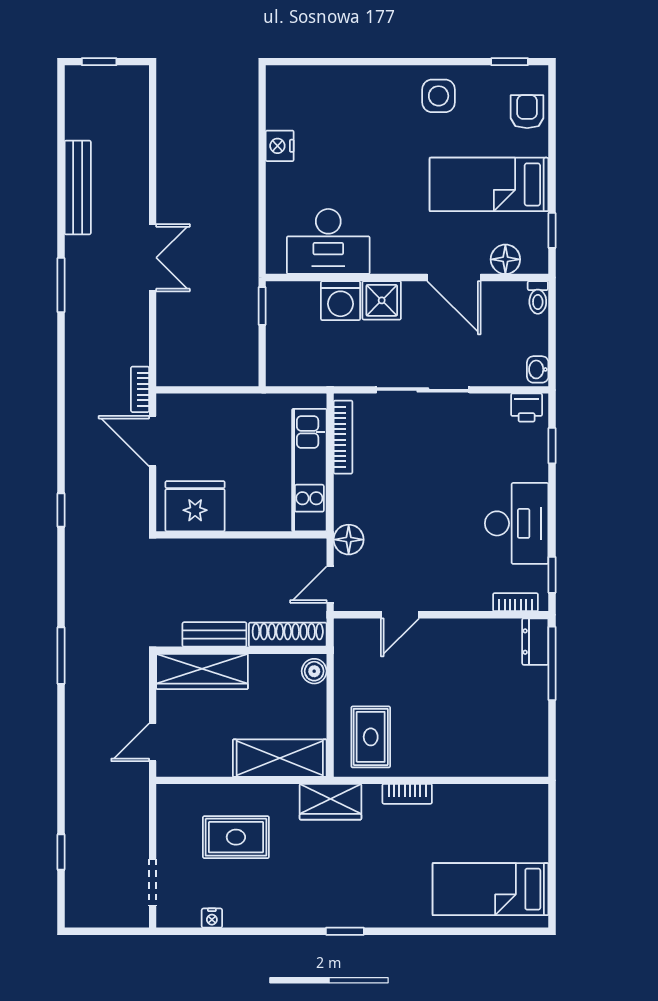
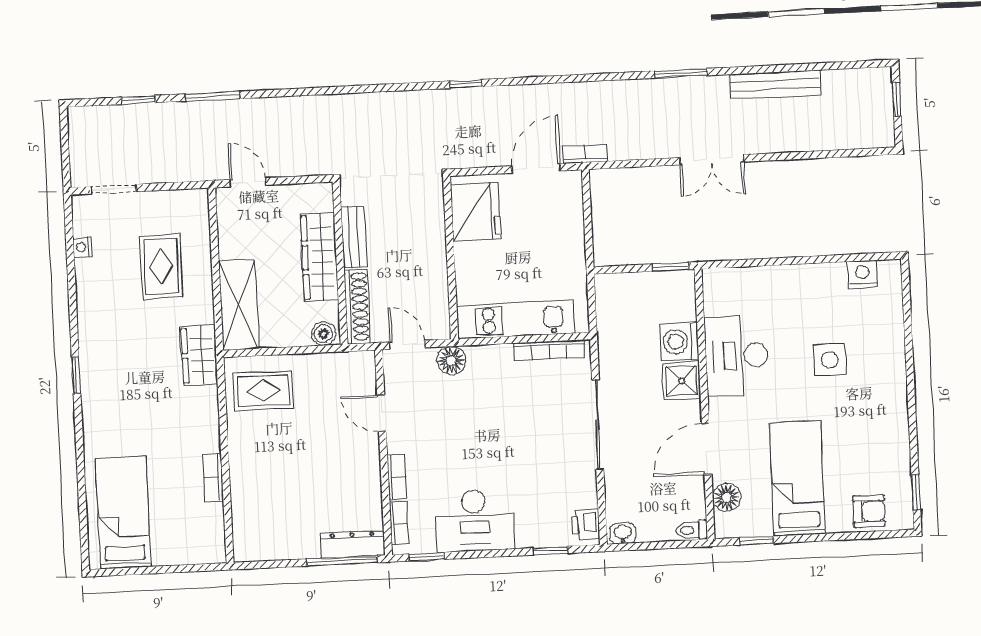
side table: (439, 96) -> (830, 360), moved
nightstand: (280, 146) -> (862, 274), moved
desk: (328, 241) -> (737, 356), moved
bookcase: (468, 602) -> (397, 477), added
dresser: (535, 642) -> (352, 544), width x1.44
window: (61, 656) -> (212, 96), moved
wardrobe: (202, 672) -> (319, 257), moved
bookcase: (407, 794) -> (213, 478), moved

